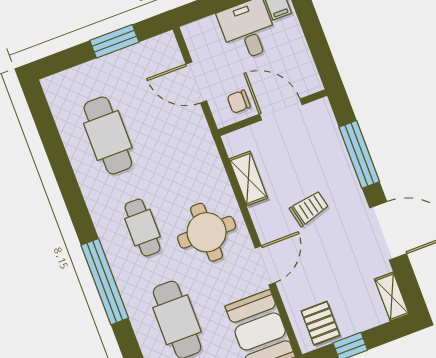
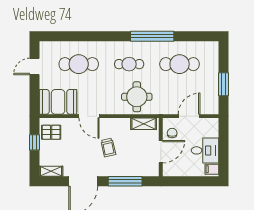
shelving: (248, 179) -> (144, 124), moved
round table: (207, 232) -> (137, 97), moved
window: (105, 282) -> (152, 36), moved

